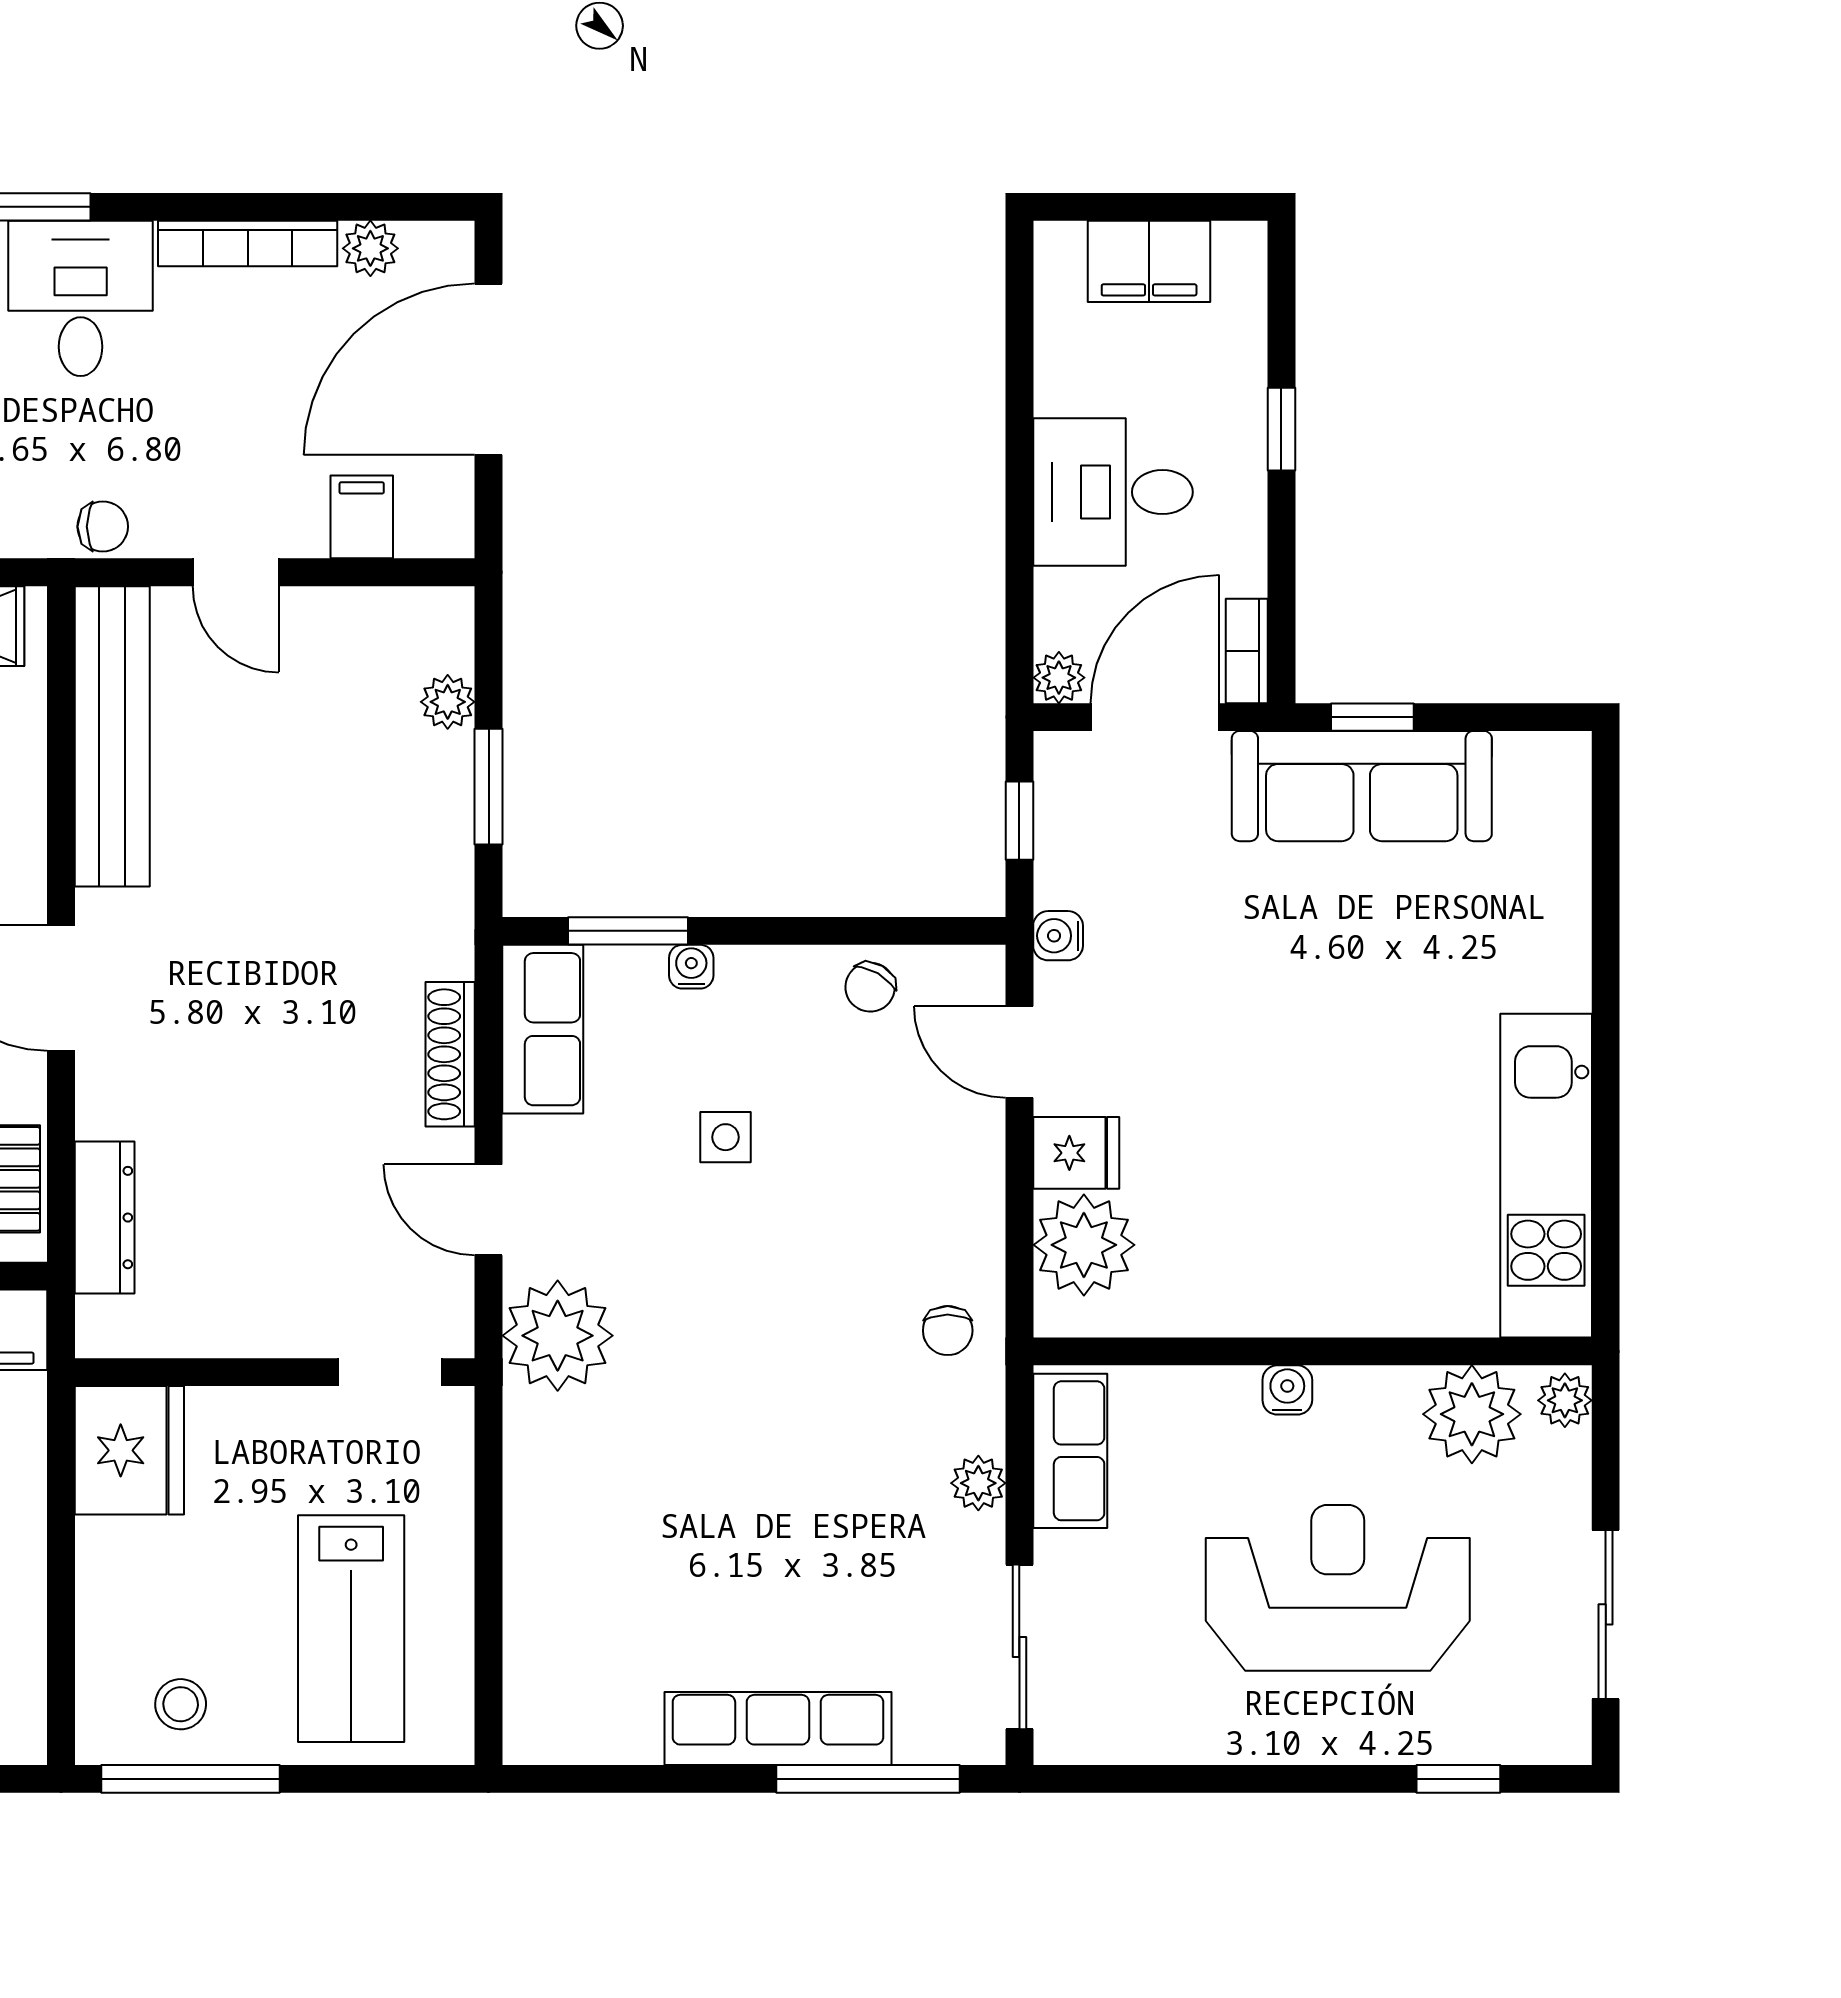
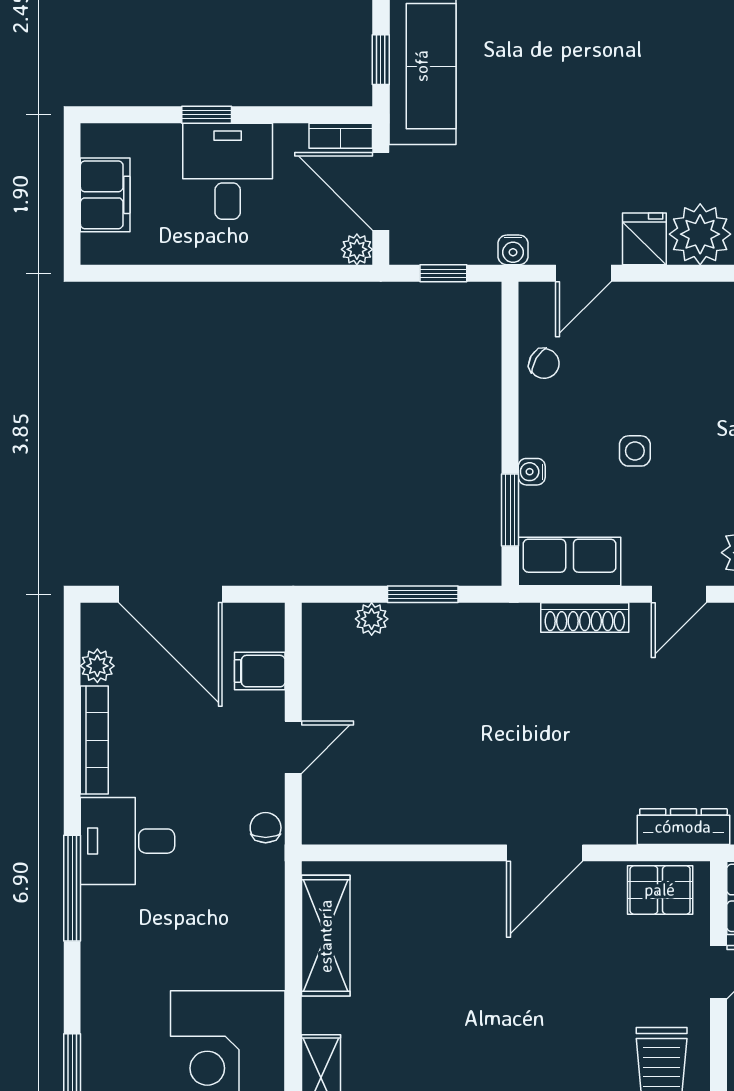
desk: (1113, 492) -> (228, 171), moved, turned 180
bench: (112, 736) -> (392, 822), removed

